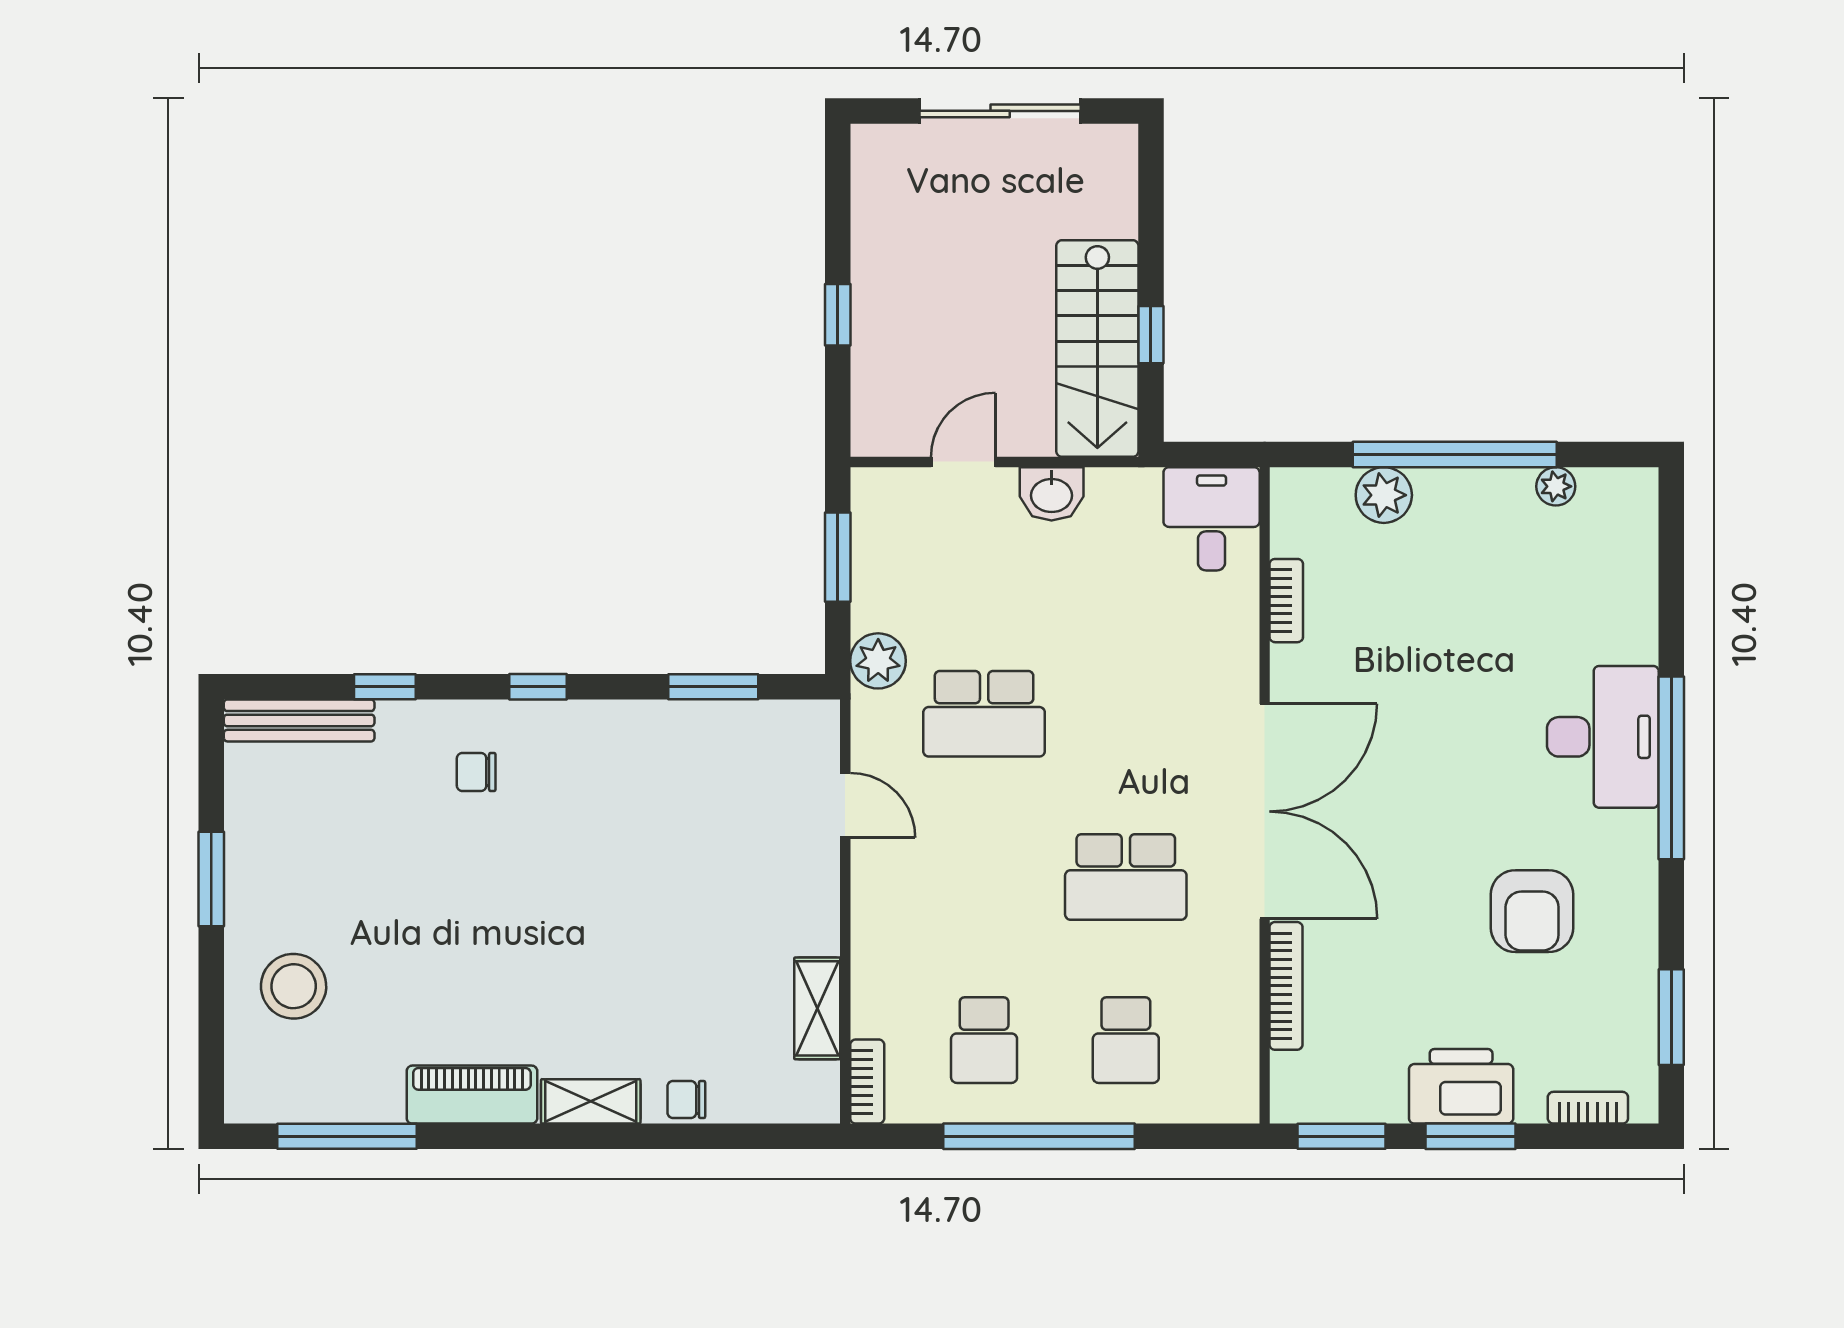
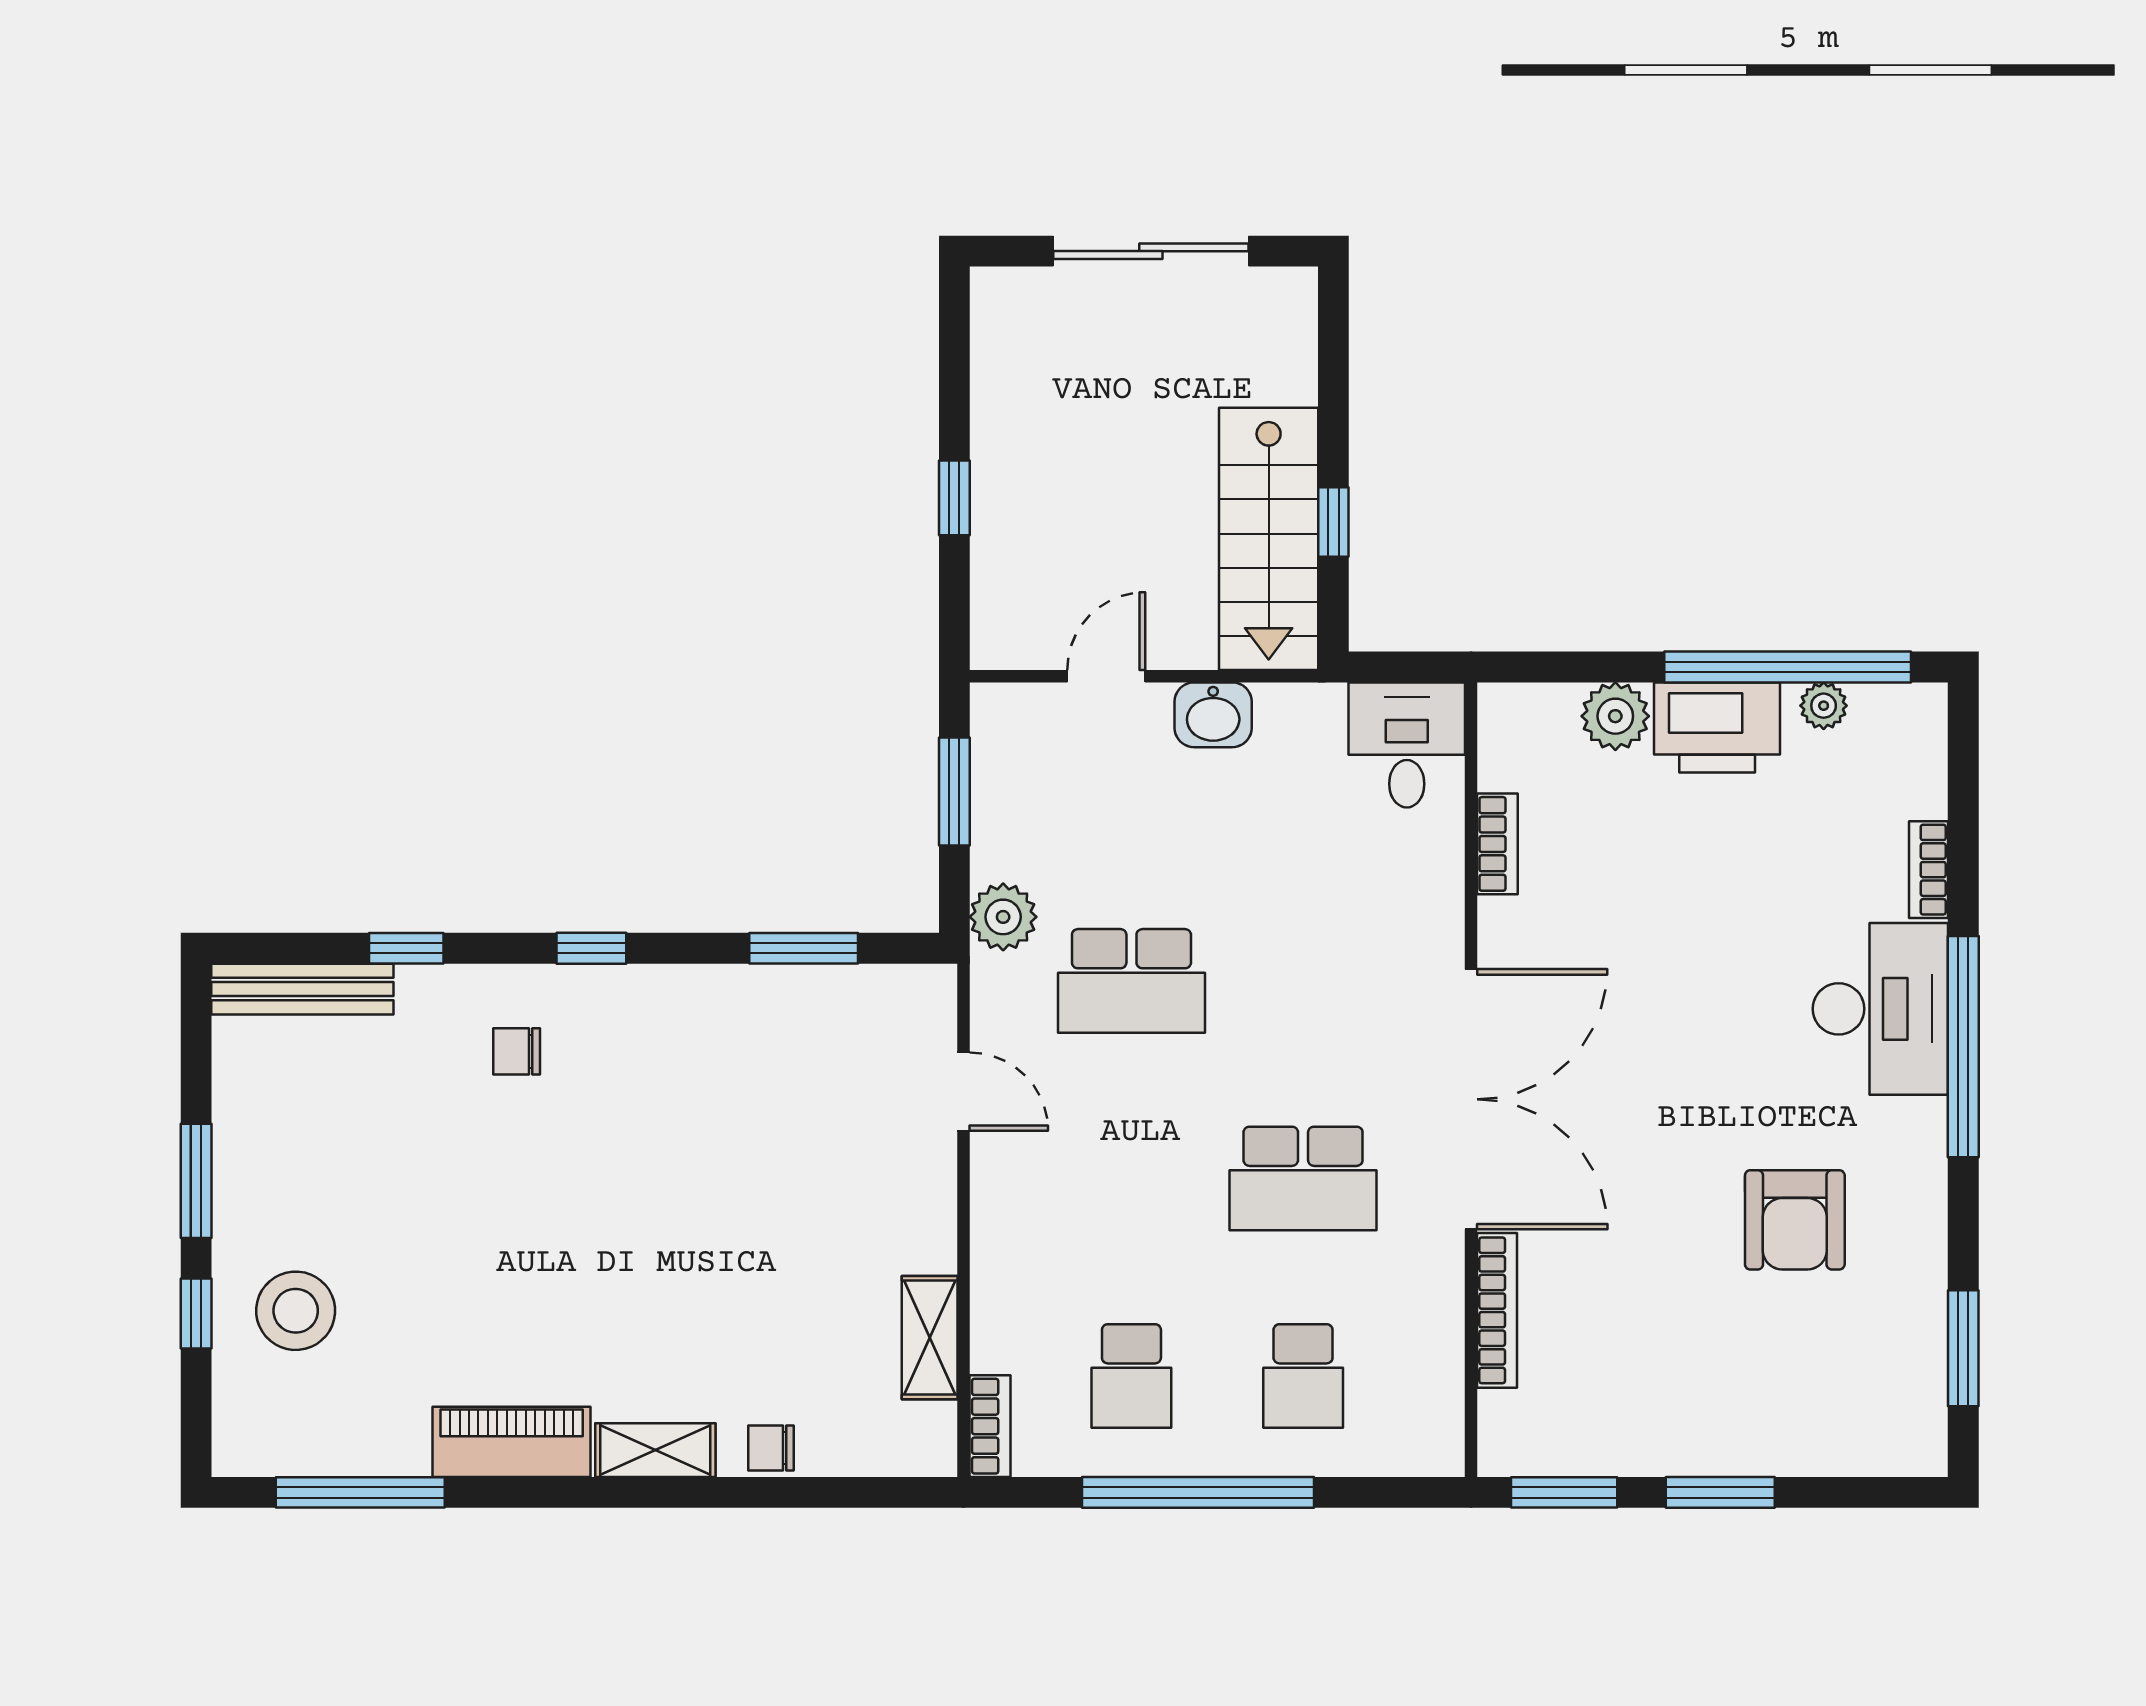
window: (1455, 454) -> (1788, 667), moved
window: (211, 989) -> (196, 1314), added
printer: (1461, 1086) -> (1717, 727), moved, turned 180
bookcase: (1588, 1108) -> (1929, 870), moved, turned -90

